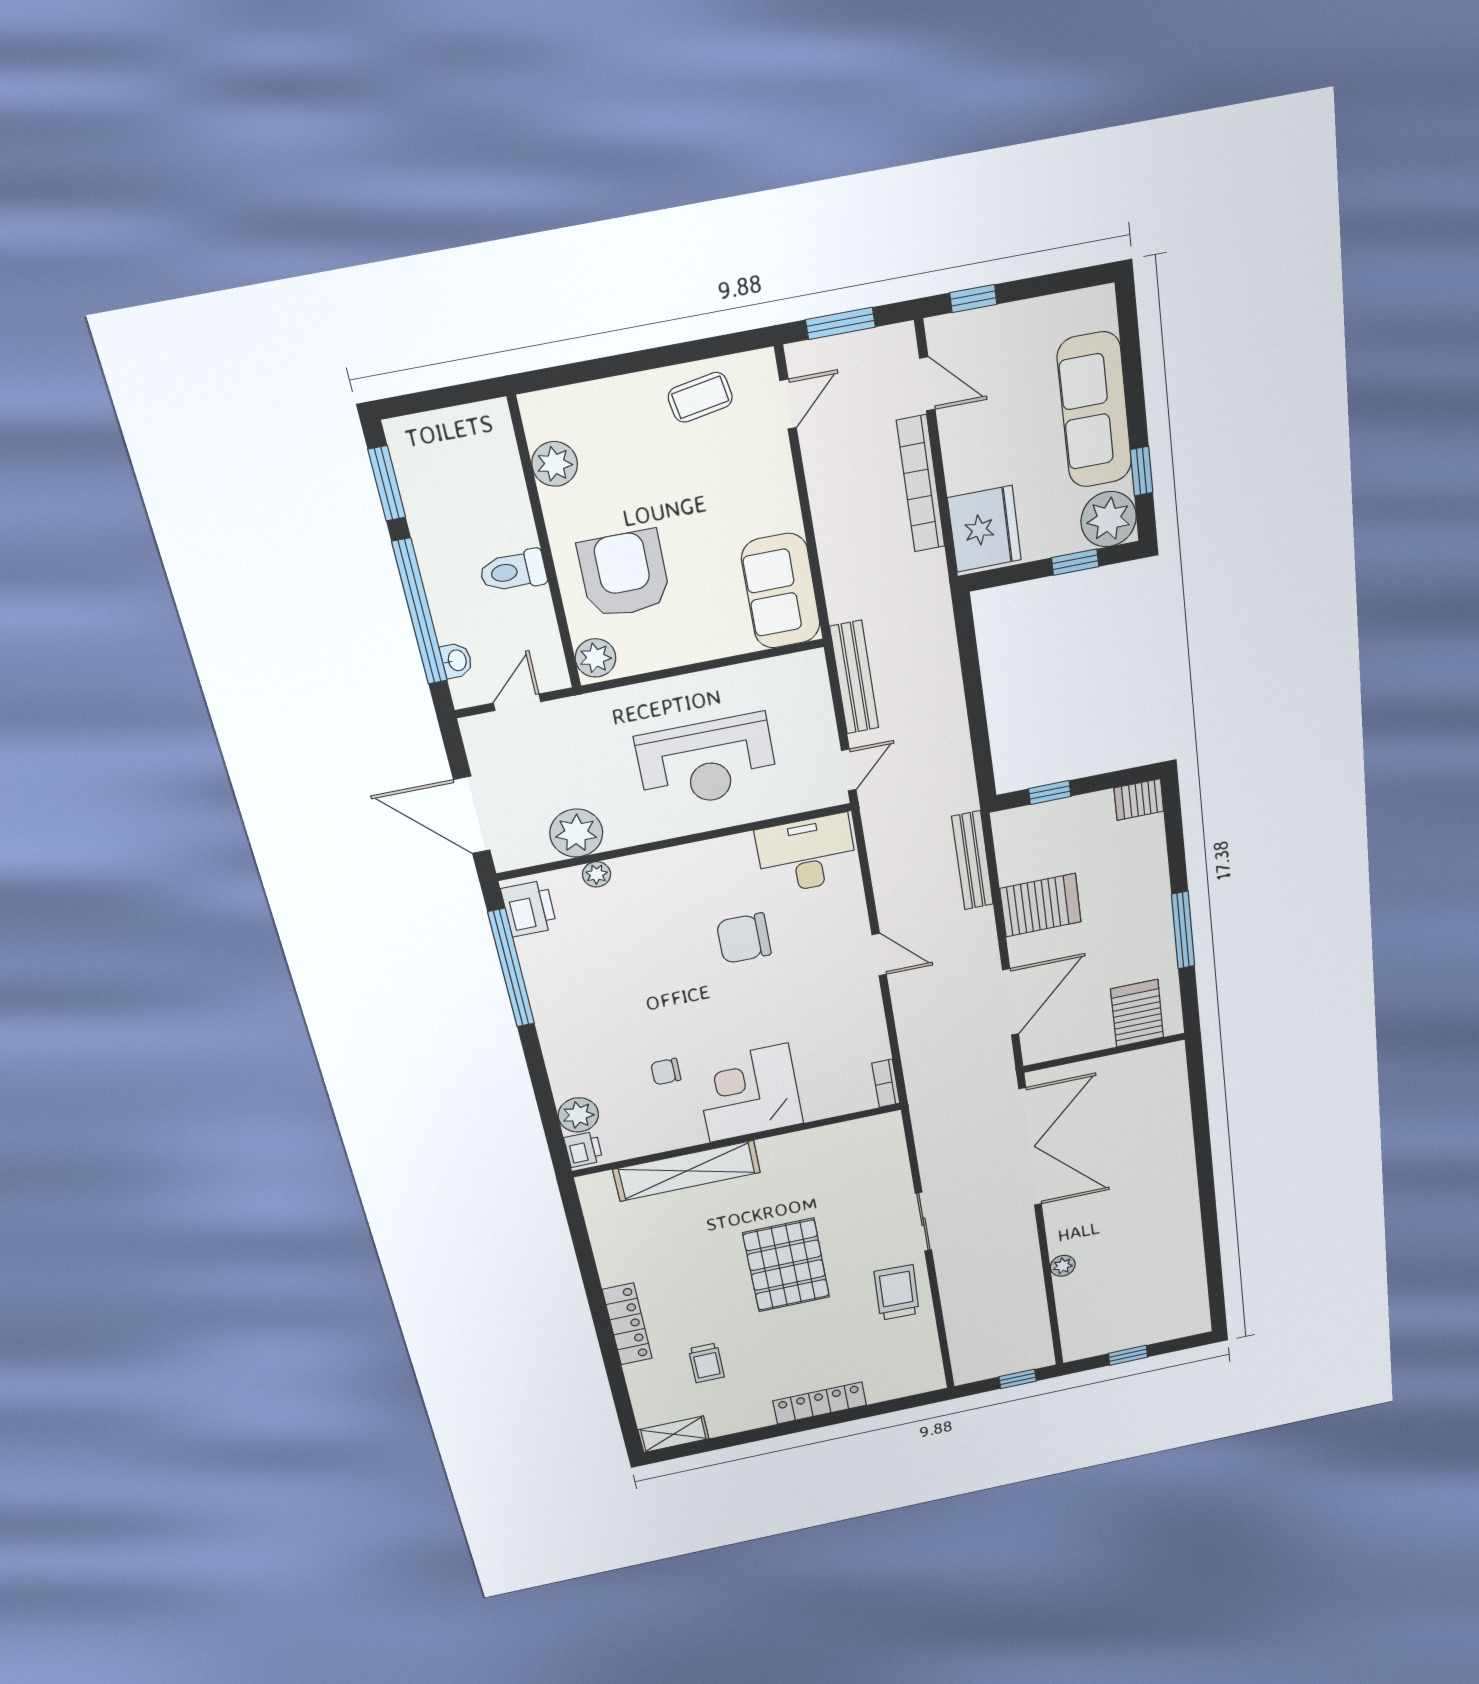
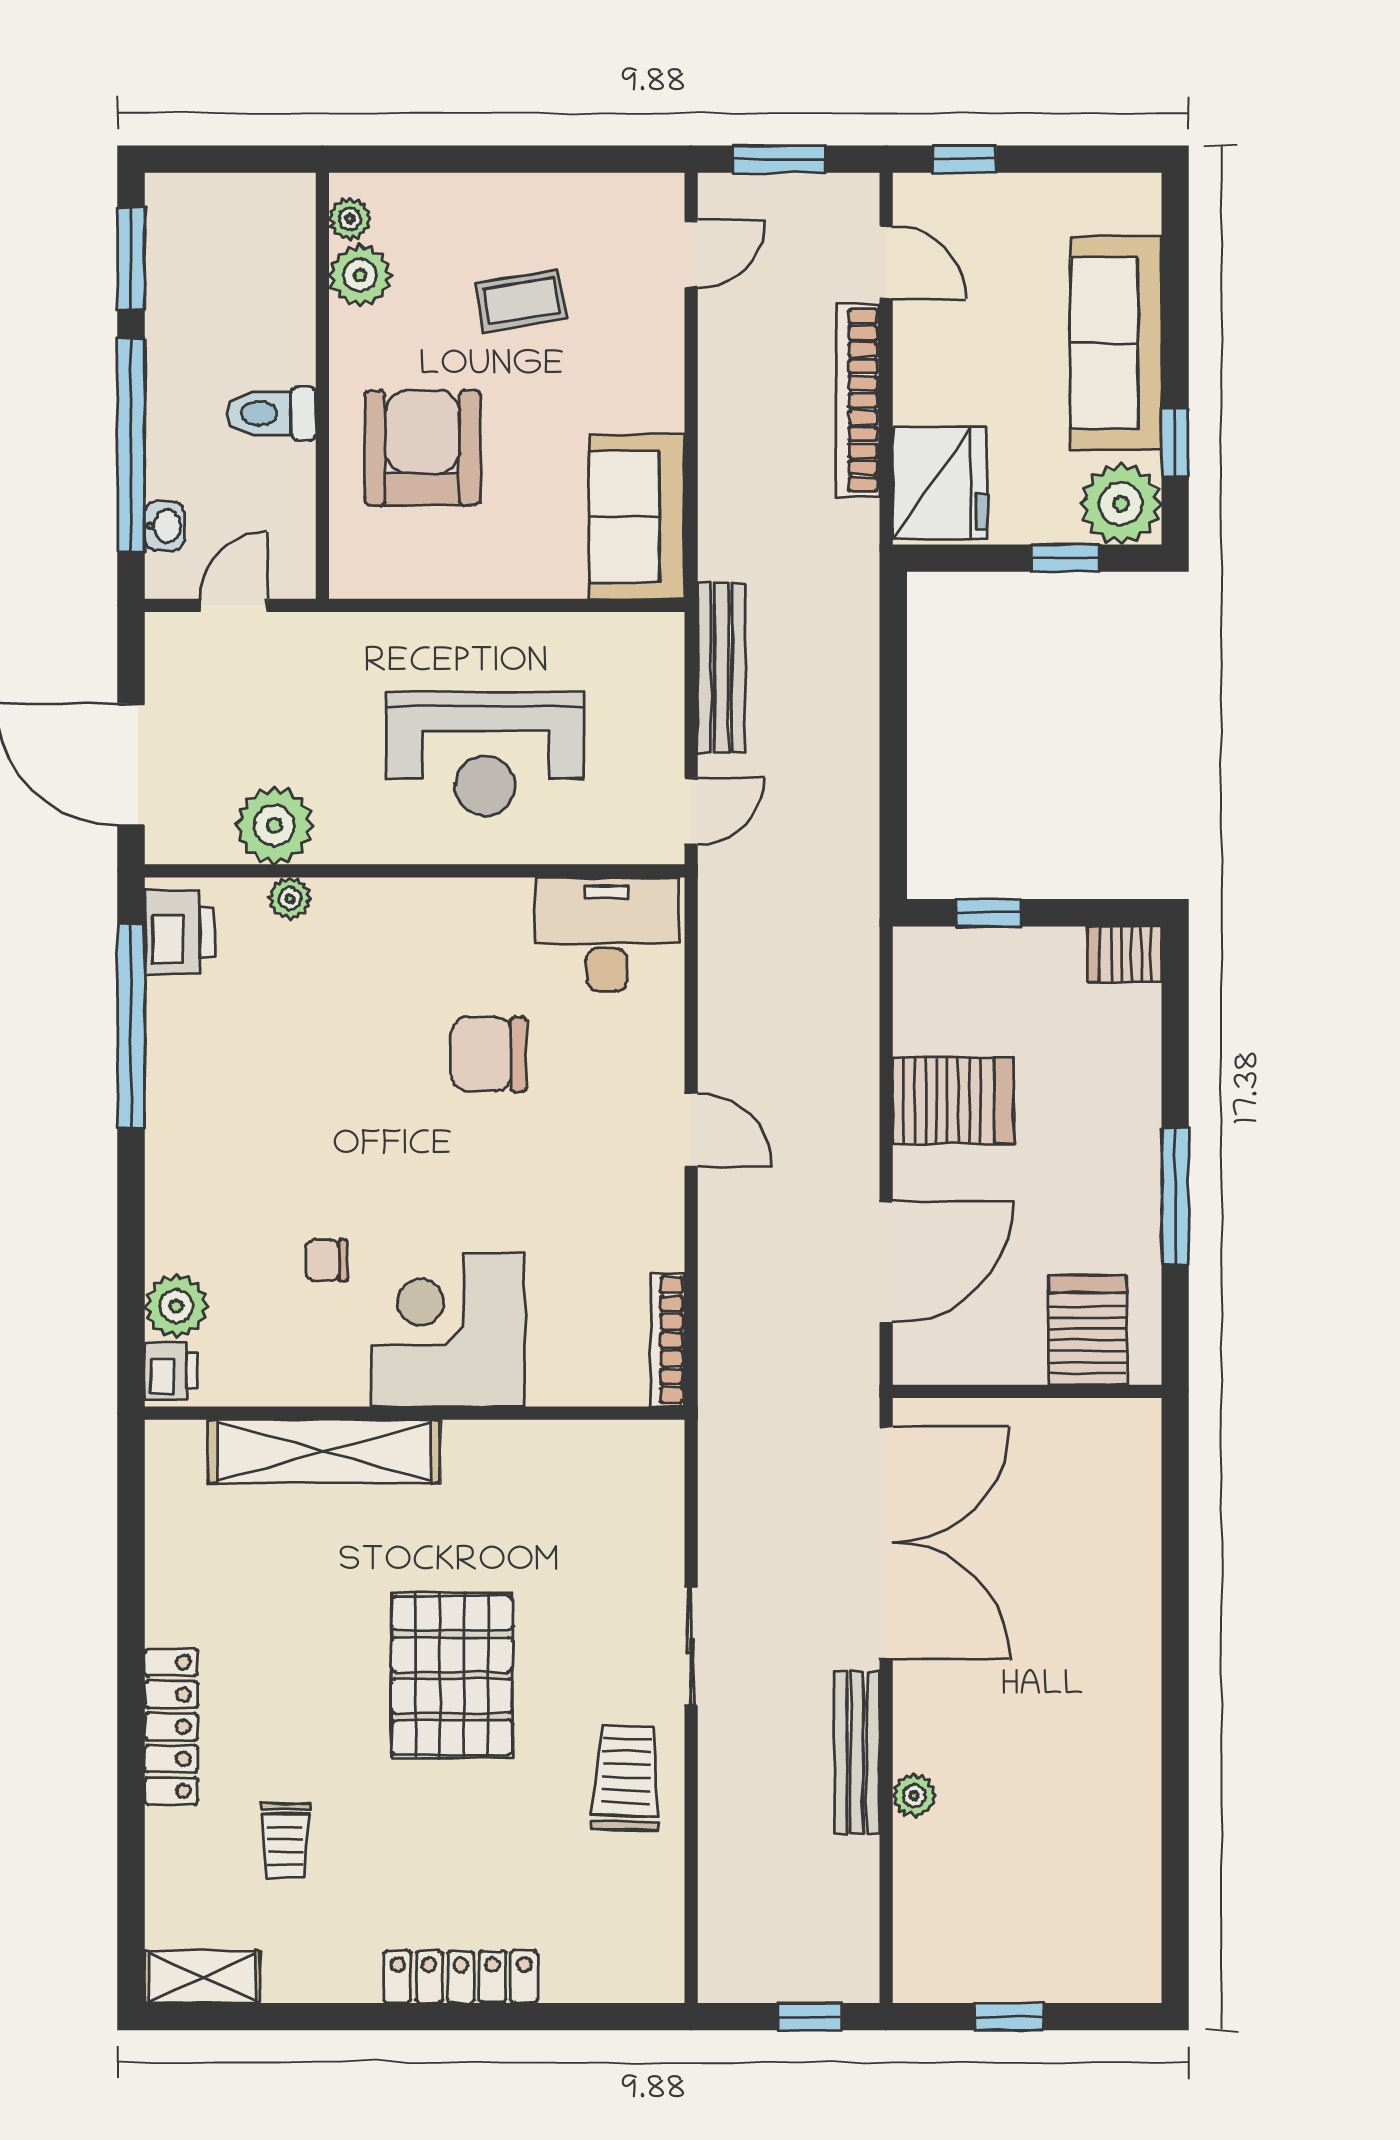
coffee table: (700, 397) -> (521, 301), moved
plant: (595, 658) -> (350, 219), moved, width x0.73, depth x0.73
bench: (973, 860) -> (857, 1753), moved
bookcase: (886, 1083) -> (667, 1340), width x1.56

